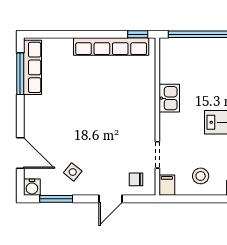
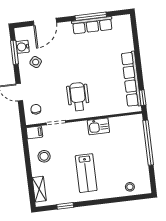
row of seats: (32, 67) -> (92, 25), moved
window: (20, 74) -> (91, 16), moved
wheelchair: (126, 121) -> (78, 97), added
water cooler: (32, 187) -> (23, 47), moved

